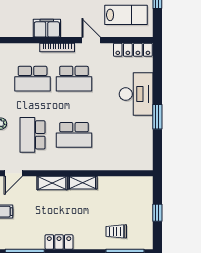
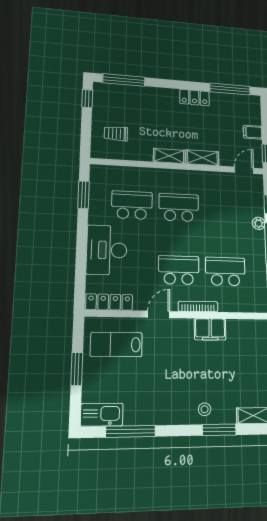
door: (91, 40) -> (159, 314), swing flipped
window: (157, 117) -> (84, 195), moved
school desk: (33, 135) -> (132, 205), moved, turned -90
window: (157, 213) -> (87, 99), moved
trolley: (116, 231) -> (116, 134), moved, turned 180

